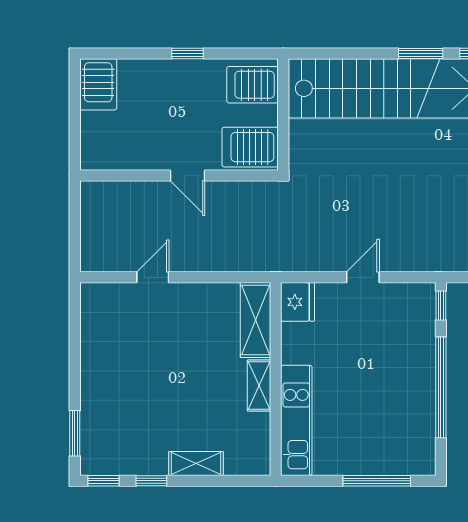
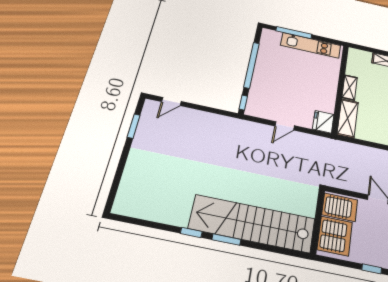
server rack: (252, 85) -> (335, 236), width x1.60
kitchen unit: (296, 420) -> (311, 45), moved, turned -90

